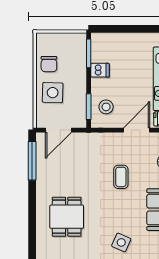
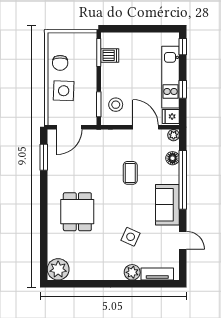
dishwasher: (100, 70) -> (110, 55), moved
door: (137, 130) -> (146, 127), hinge flipped
window: (32, 161) -> (44, 157), width x0.69

